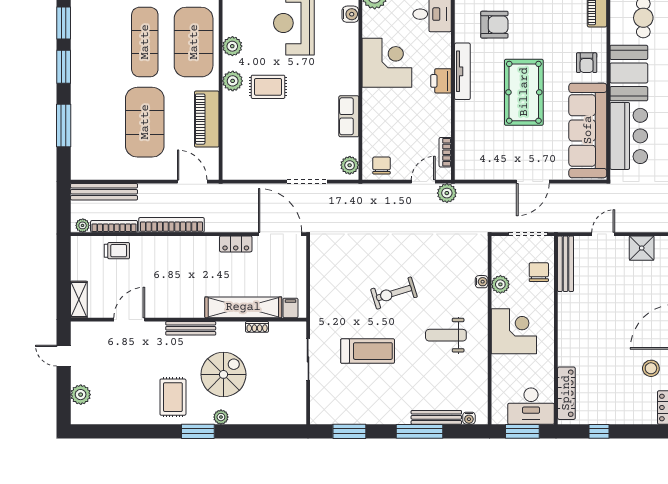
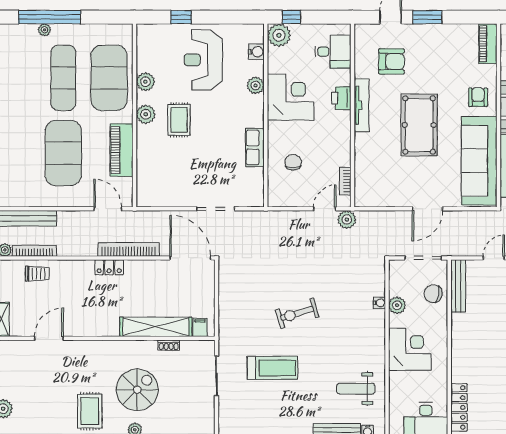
armchair: (587, 63) -> (478, 97), turned 180
printer: (441, 81) -> (341, 98), moved
rug: (268, 87) -> (179, 120), turned 90
plant: (350, 165) -> (256, 85), moved
chair: (382, 165) -> (293, 162), moved
bookcase: (171, 225) -> (129, 249), moved
locker: (236, 244) -> (109, 267), moved
chair: (539, 272) -> (433, 294), turned -80
bench: (191, 328) -> (106, 346), removed
weight bench: (446, 335) -> (356, 389), moved

